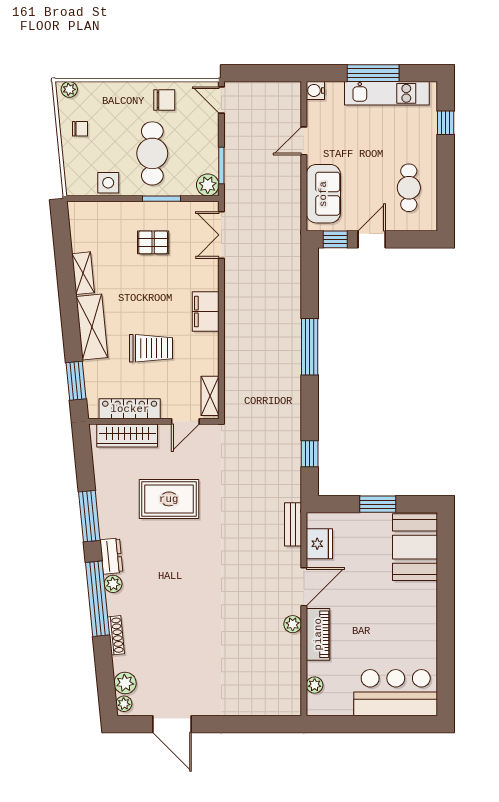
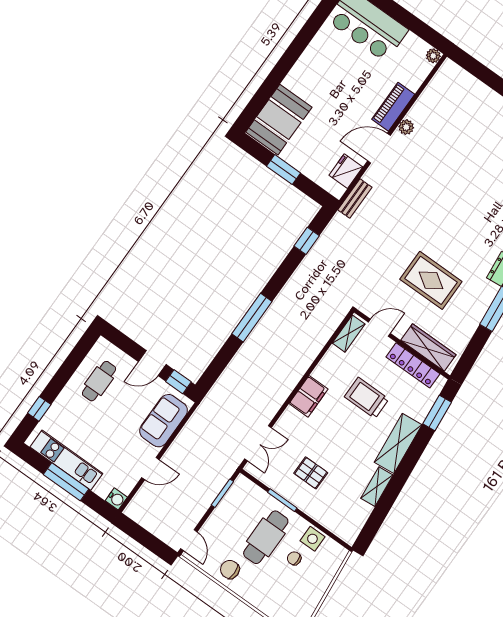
chair: (80, 129) -> (294, 558), moved
plant: (208, 185) -> (242, 486), removed
plant: (315, 685) -> (433, 56), moved

